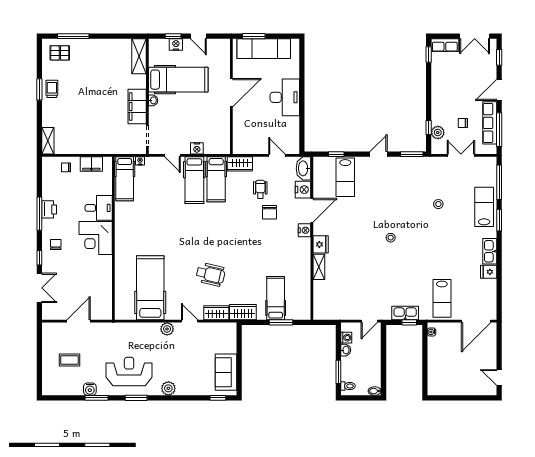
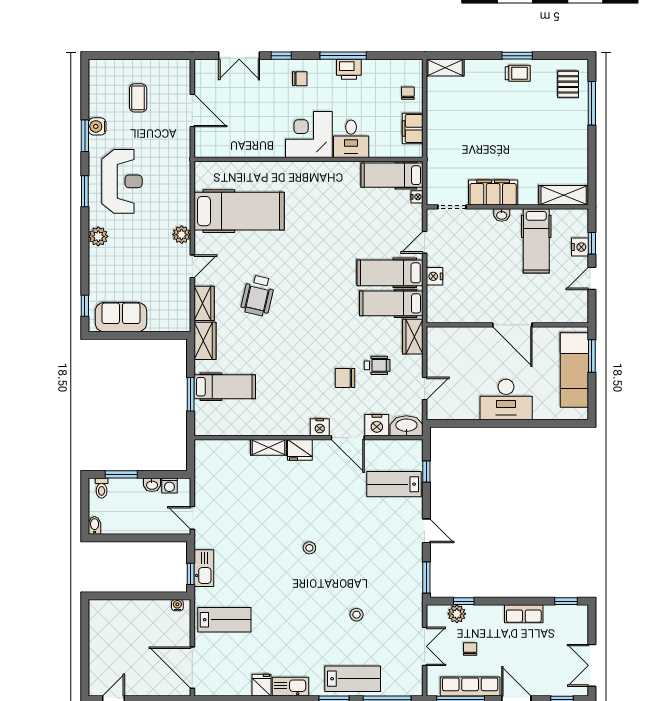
row of seats: (445, 45) -> (524, 614), moved, turned -90
hospital bed: (178, 80) -> (536, 241), width x0.73, depth x0.78
lab bench: (442, 298) -> (224, 620), turned 180

